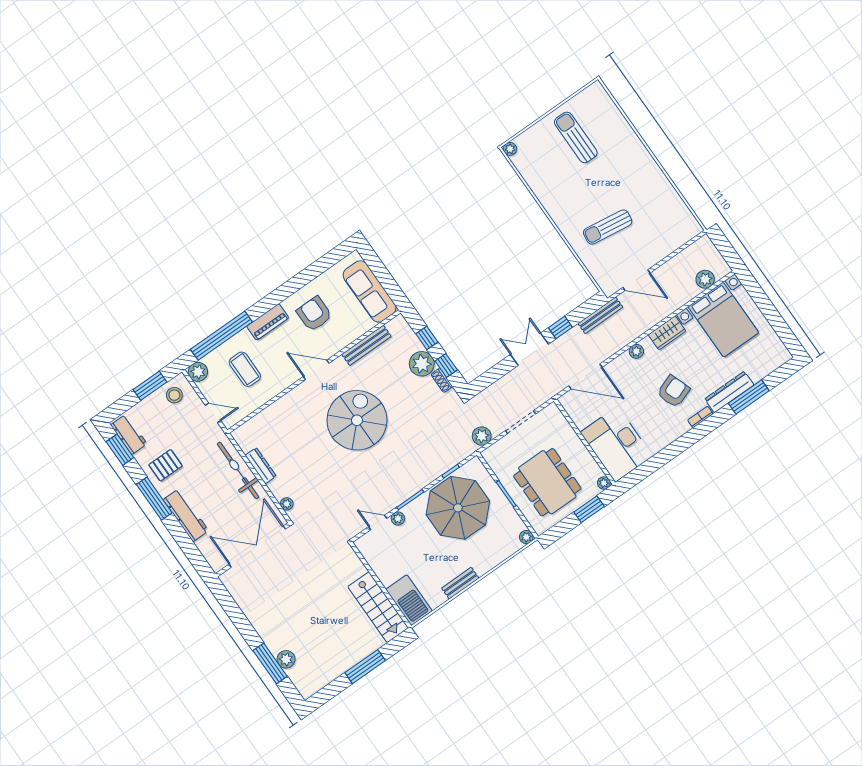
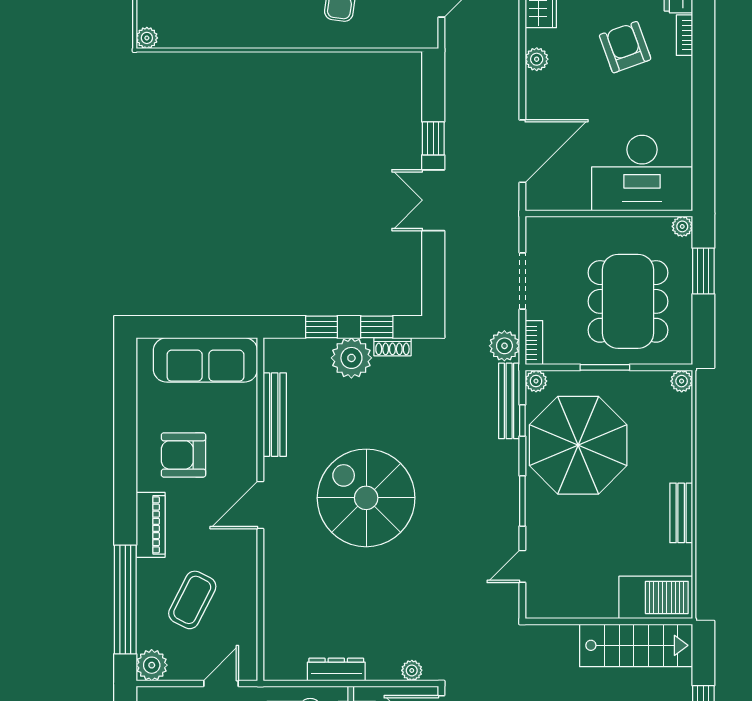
bench: (600, 315) -> (509, 401), moved
coffee table: (245, 369) -> (192, 600), turned -63
bookcase: (494, 450) -> (534, 343), added
dining table: (547, 482) -> (628, 301), turned 90
plant: (398, 518) -> (536, 381), moved

